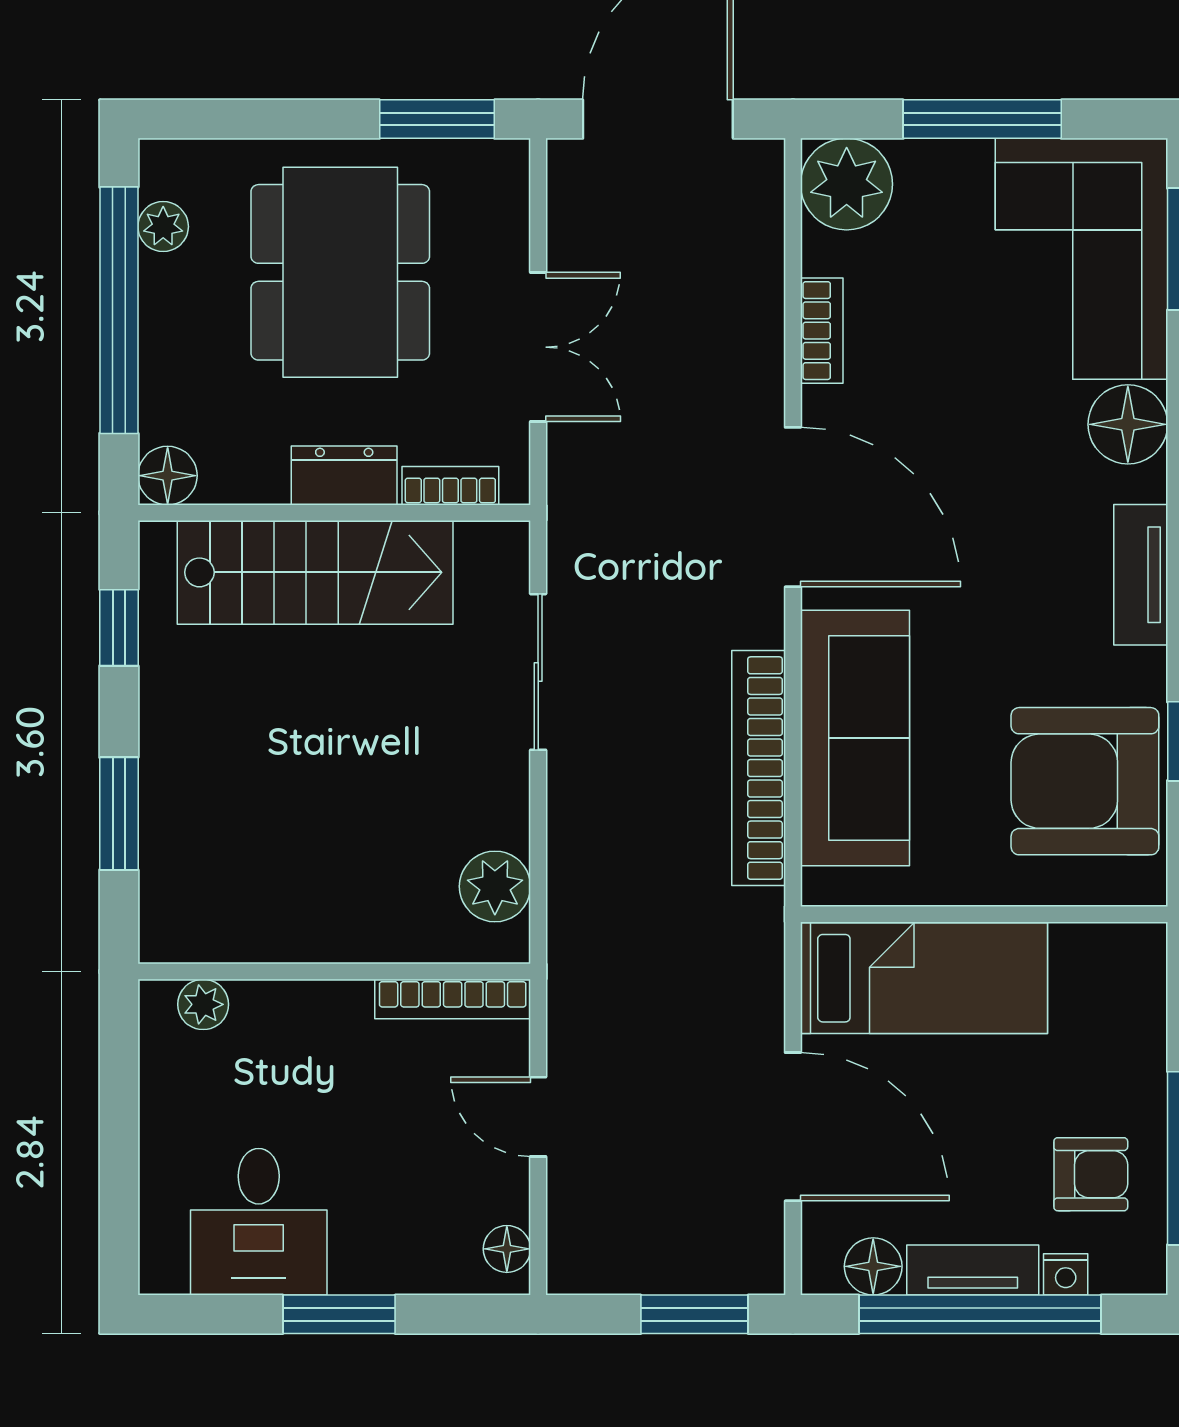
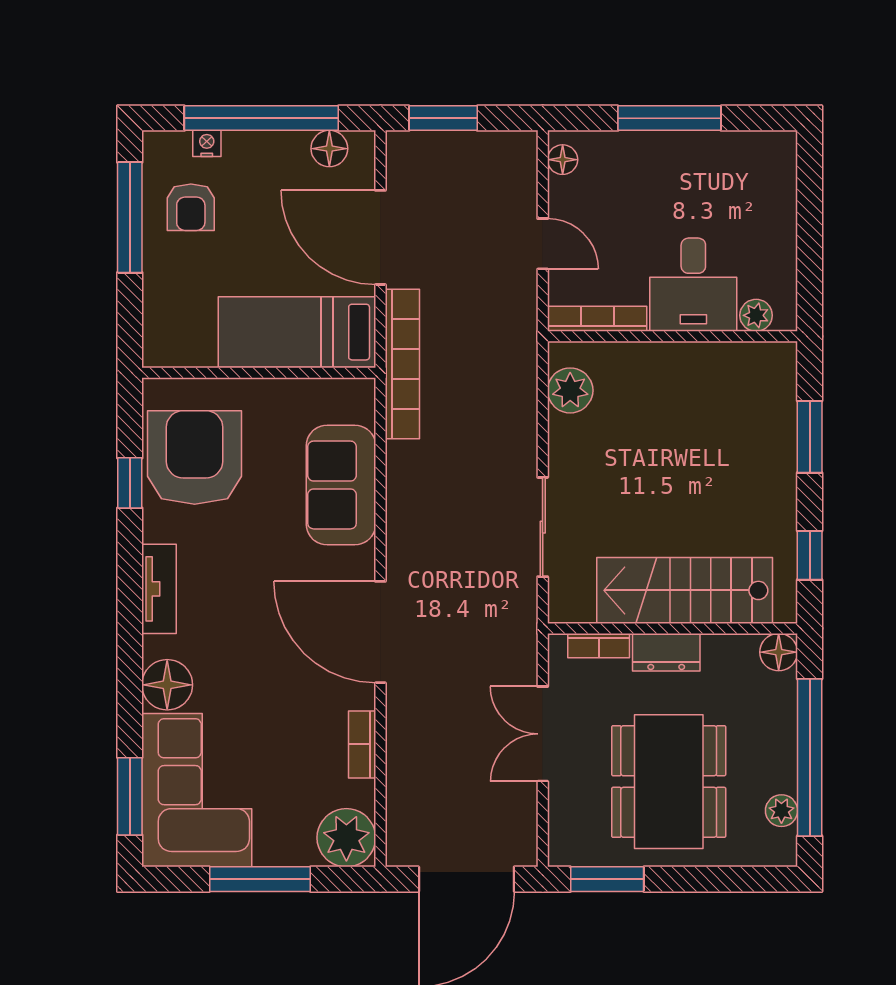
sofa: (855, 738) -> (341, 485), width x0.73
bookcase: (759, 768) -> (402, 364), moved
armchair: (1085, 781) -> (195, 457), turned -90
armchair: (1091, 1174) -> (191, 207), turned -90
desk: (259, 1222) -> (693, 285), moved, turned 180
tv unit: (973, 1270) -> (266, 146), removed
window: (339, 1314) -> (669, 118), width x1.44

